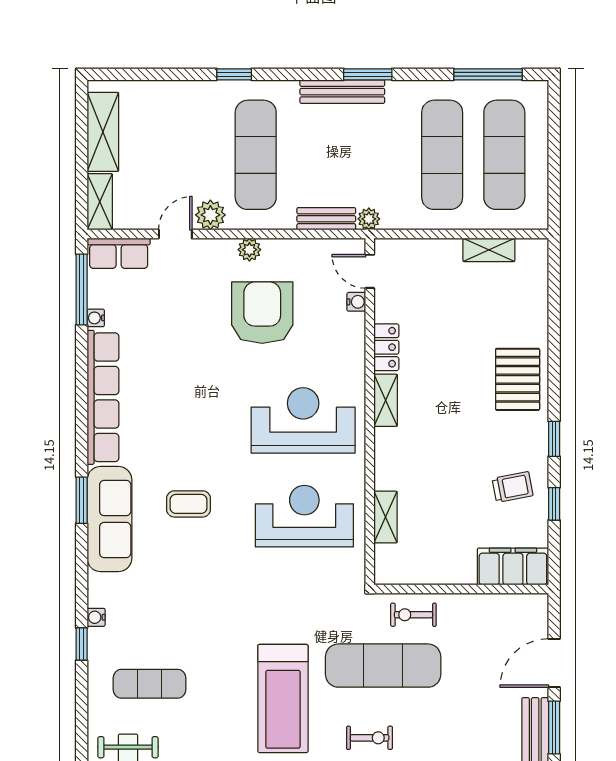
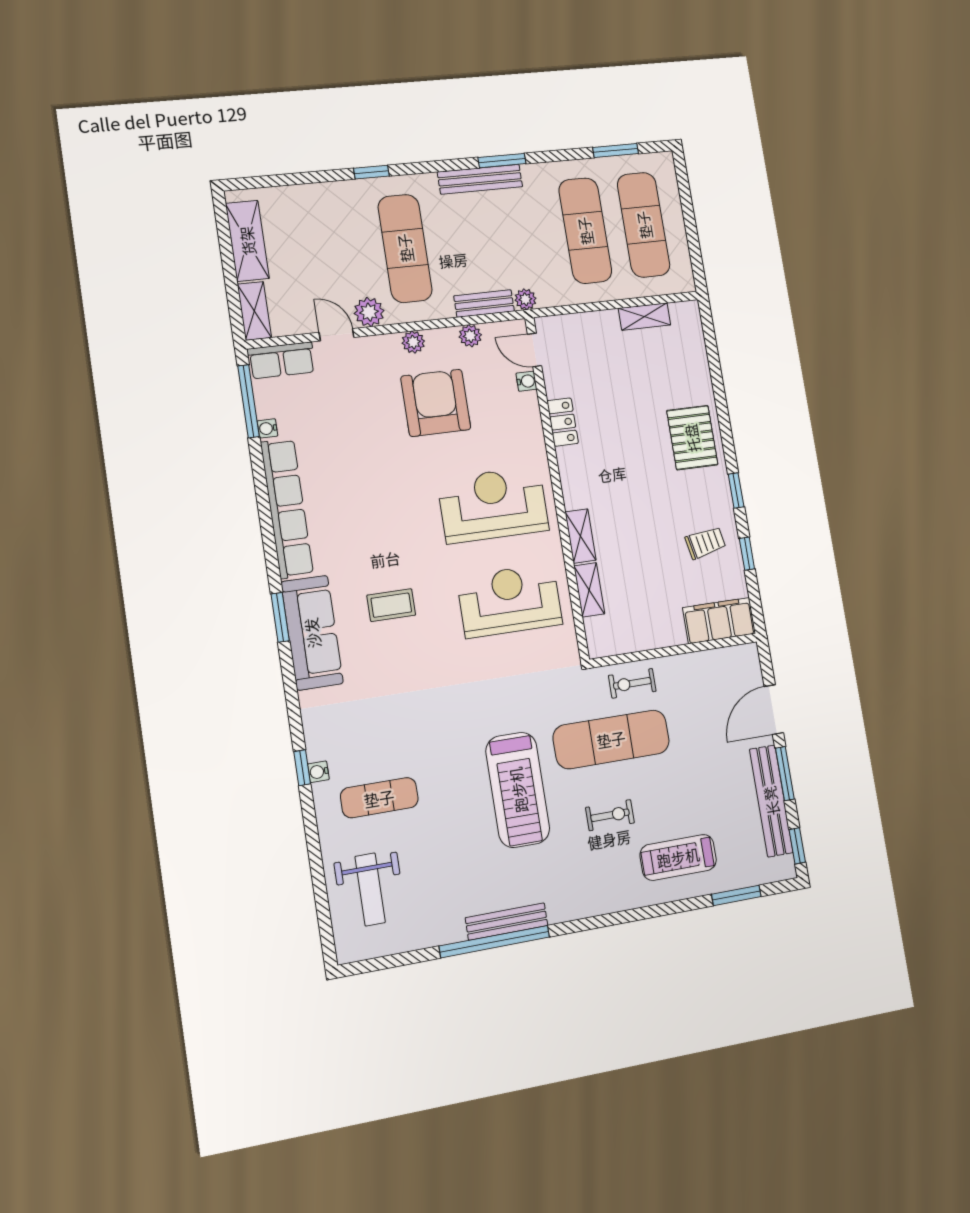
window: (488, 74) -> (616, 150), width x0.69
door: (175, 234) -> (336, 335), hinge flipped
plant: (307, 250) -> (470, 336), added
shelving: (386, 400) -> (581, 536), moved
water cooler: (96, 617) -> (318, 772), moved

